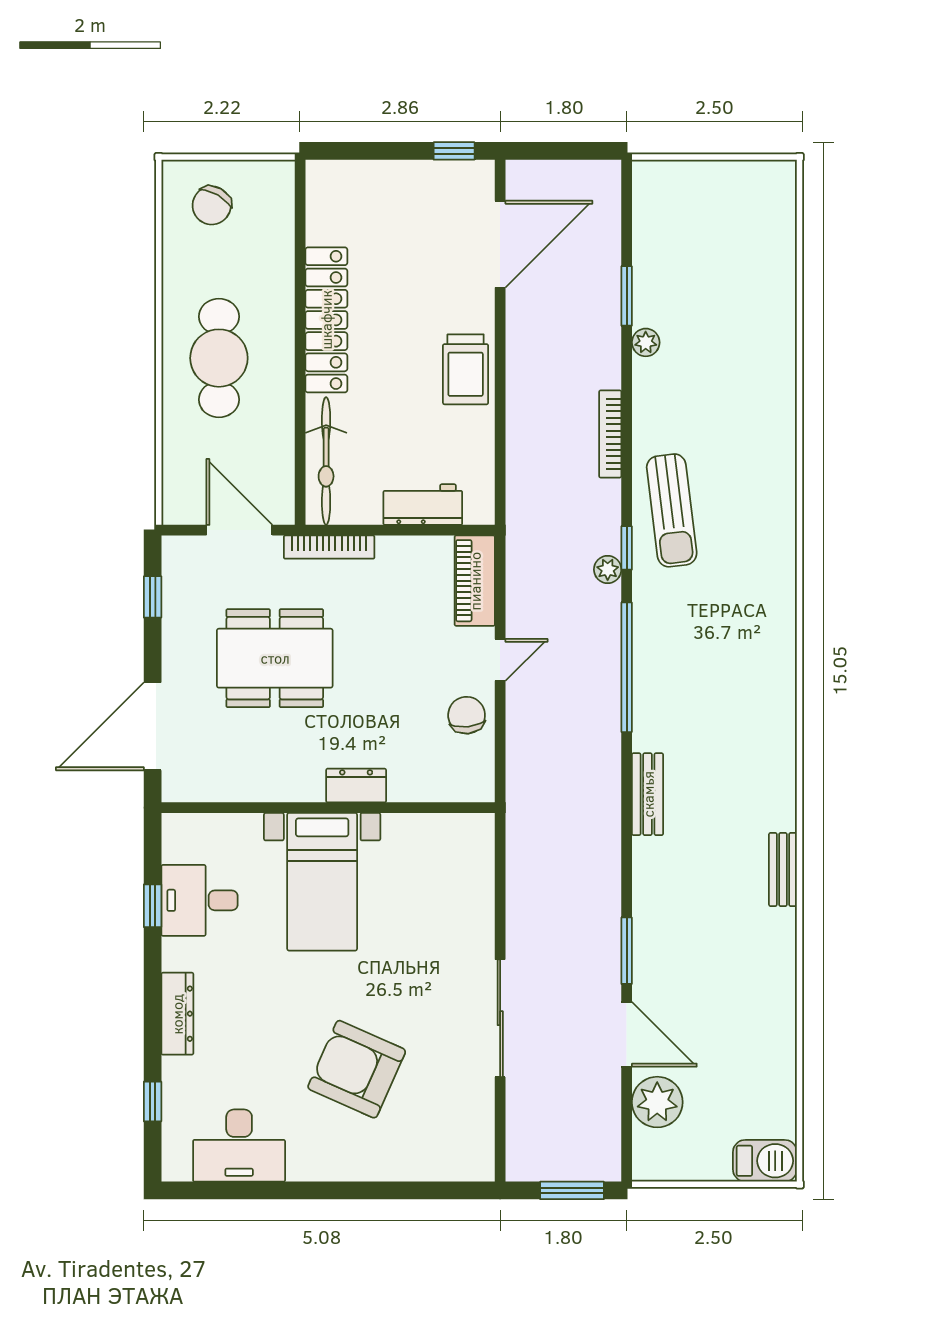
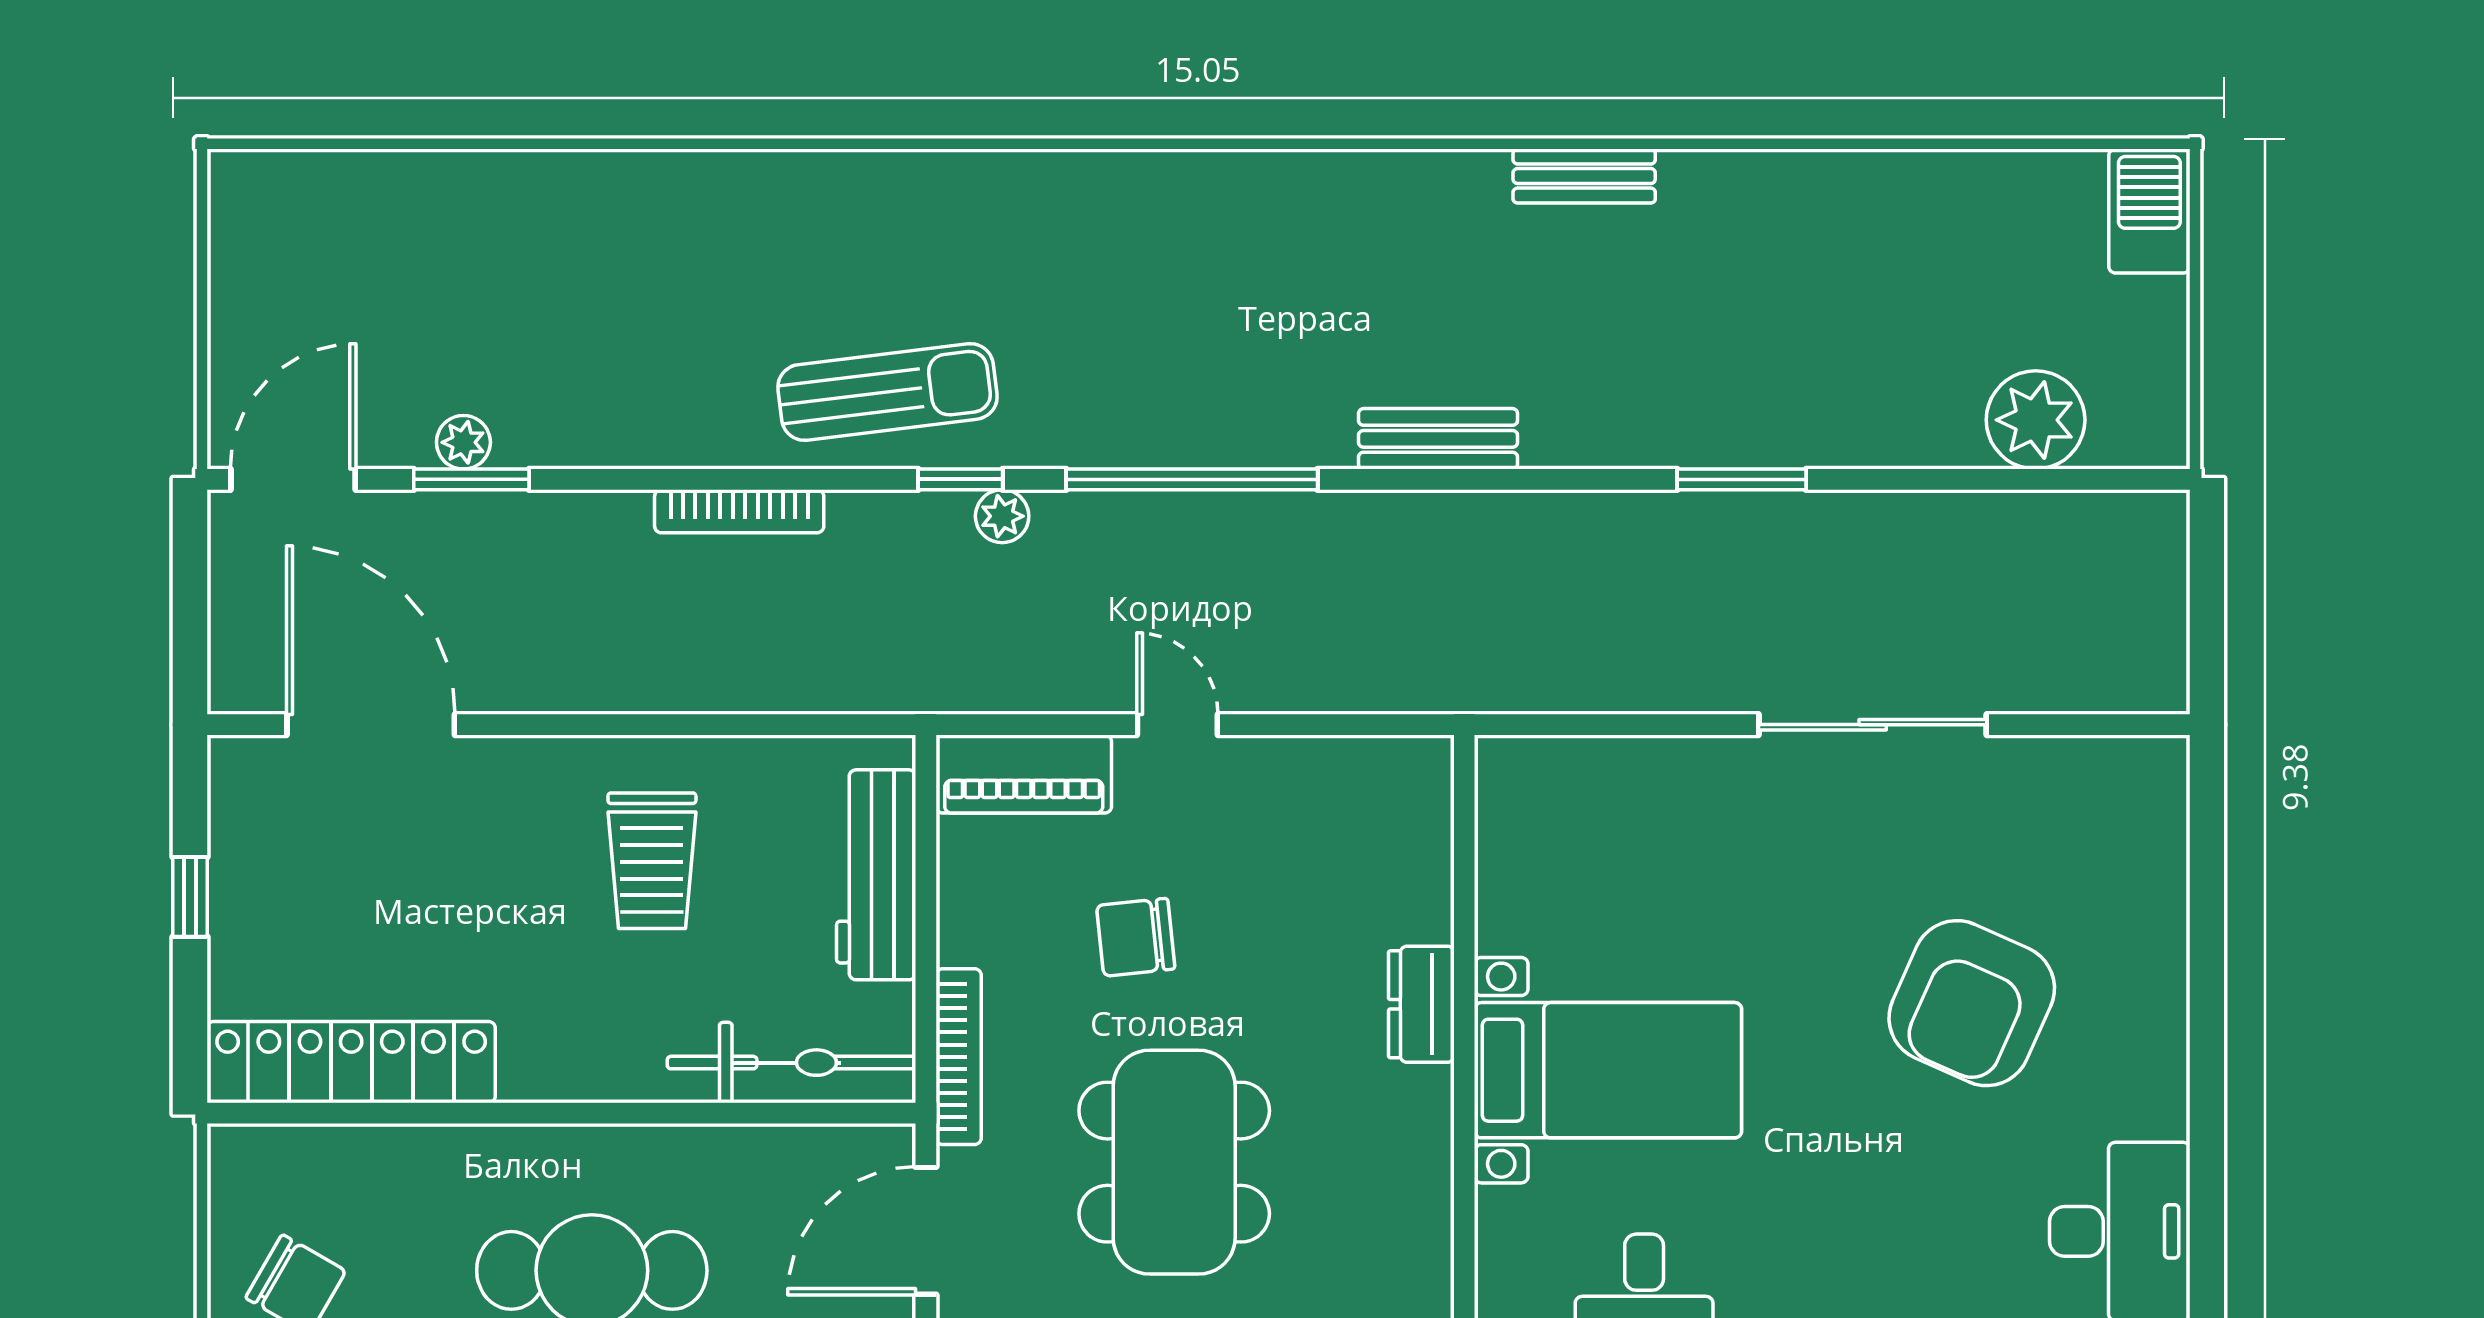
window: (454, 151) -> (190, 897), moved
locker: (326, 320) -> (351, 1062), moved
plant: (646, 342) -> (463, 442), moved
trolley: (466, 369) -> (652, 861), moved, turned 90
workbench: (423, 505) -> (876, 875), width x1.38
chair: (467, 715) -> (1136, 937), moved
door: (627, 1034) -> (293, 479), moved
window: (572, 1190) -> (2207, 585), removed

